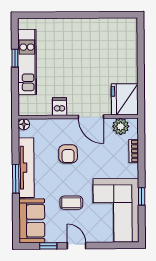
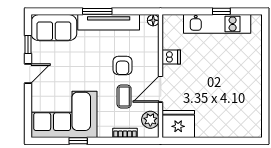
armchair: (68, 154) -> (123, 65), turned -90
coffee table: (71, 203) -> (124, 97), moved

